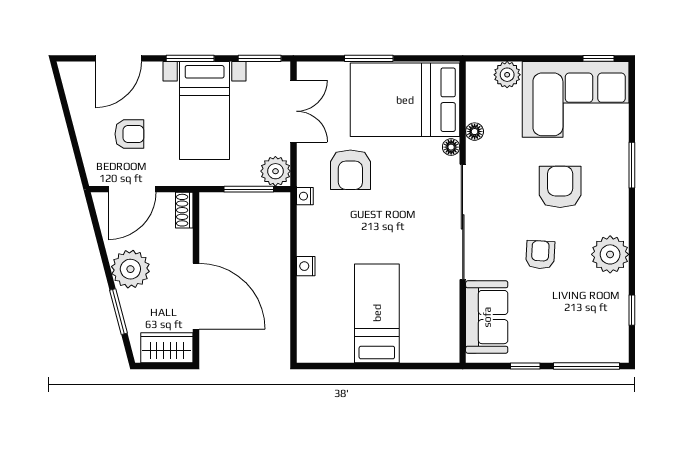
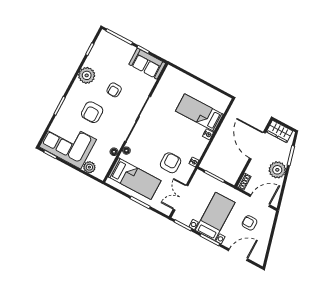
bed: (405, 100) -> (135, 179), width x0.67
plant: (275, 171) -> (200, 178), removed
bed: (377, 313) -> (199, 113), moved, turned 90
sofa: (487, 317) -> (147, 64), moved, turned -90

